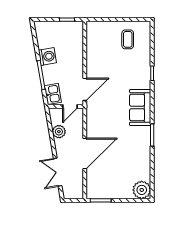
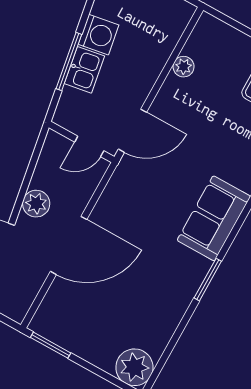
plant: (91, 50) -> (184, 67), added
kitchen sink: (53, 94) -> (84, 70), moved
plant: (59, 132) -> (36, 204), moved

